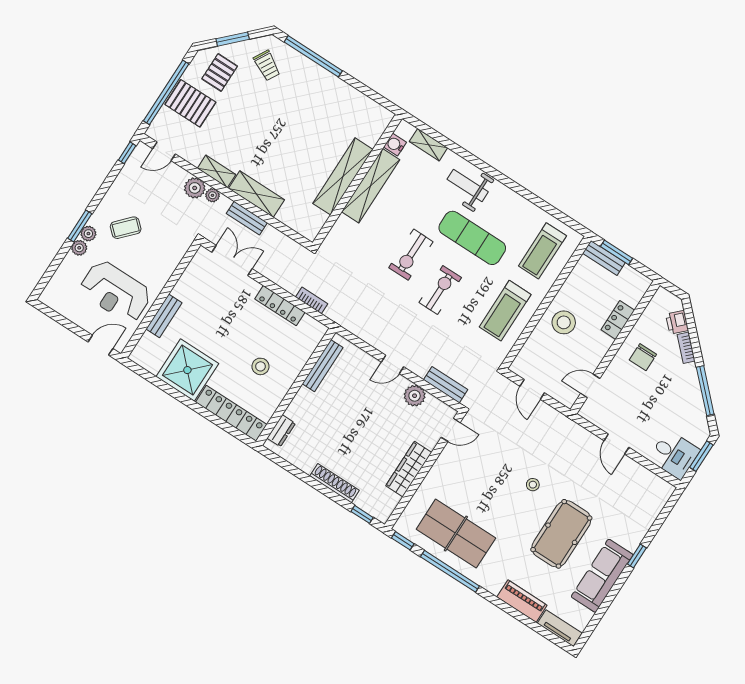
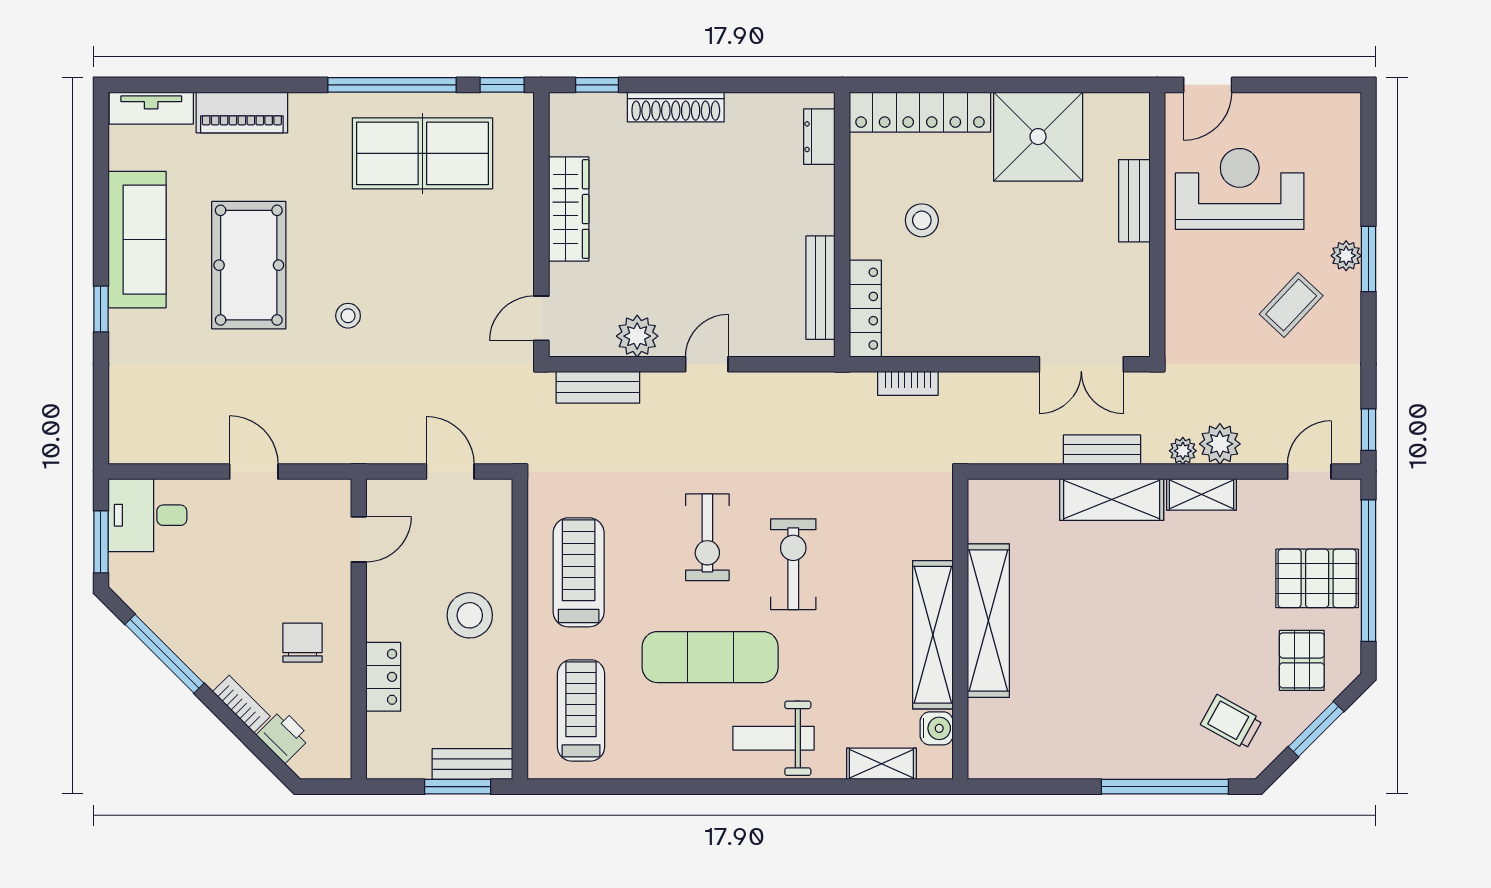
weight bench: (468, 186) -> (773, 738), turned 180
plant: (79, 248) -> (1346, 222), removed
locker: (280, 306) -> (865, 309), moved, turned 90

